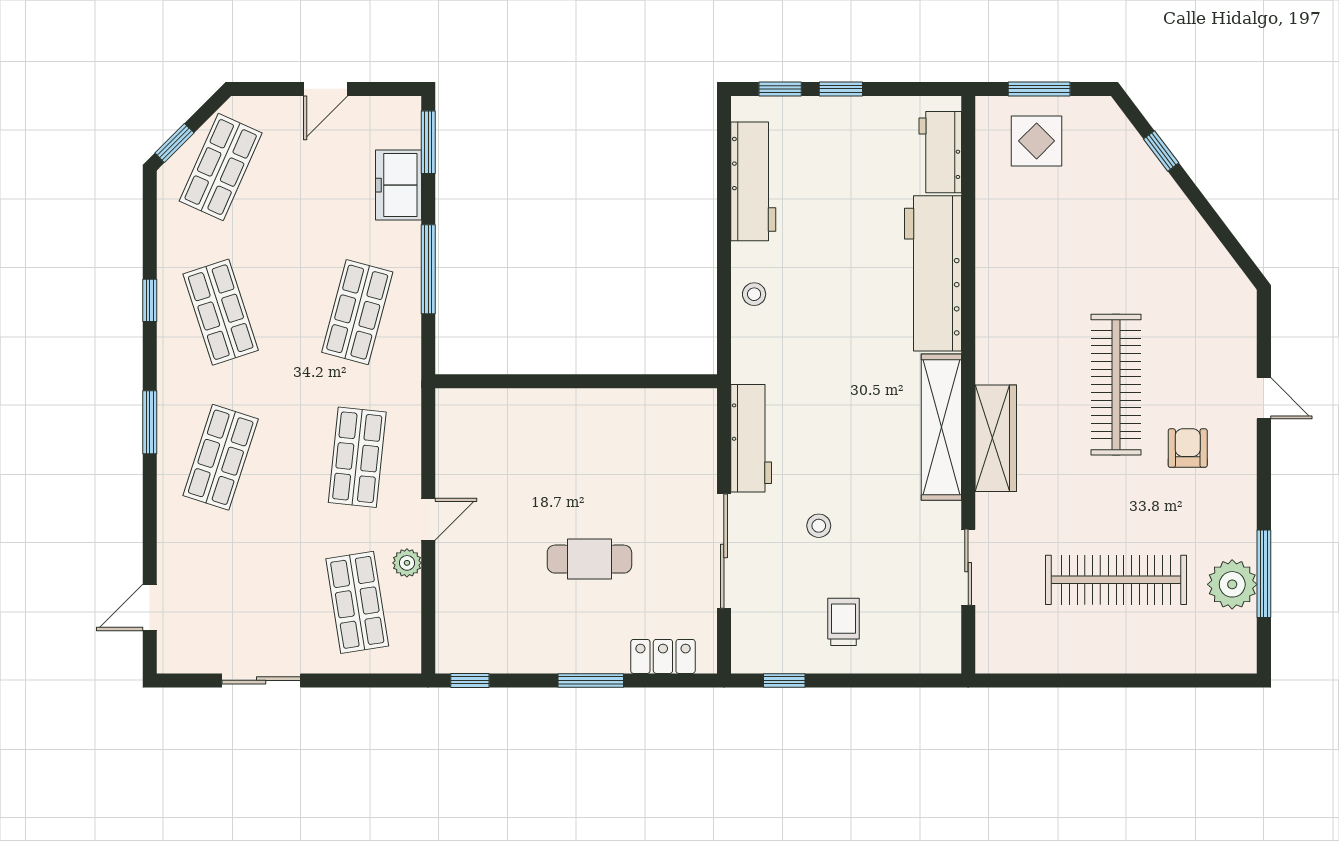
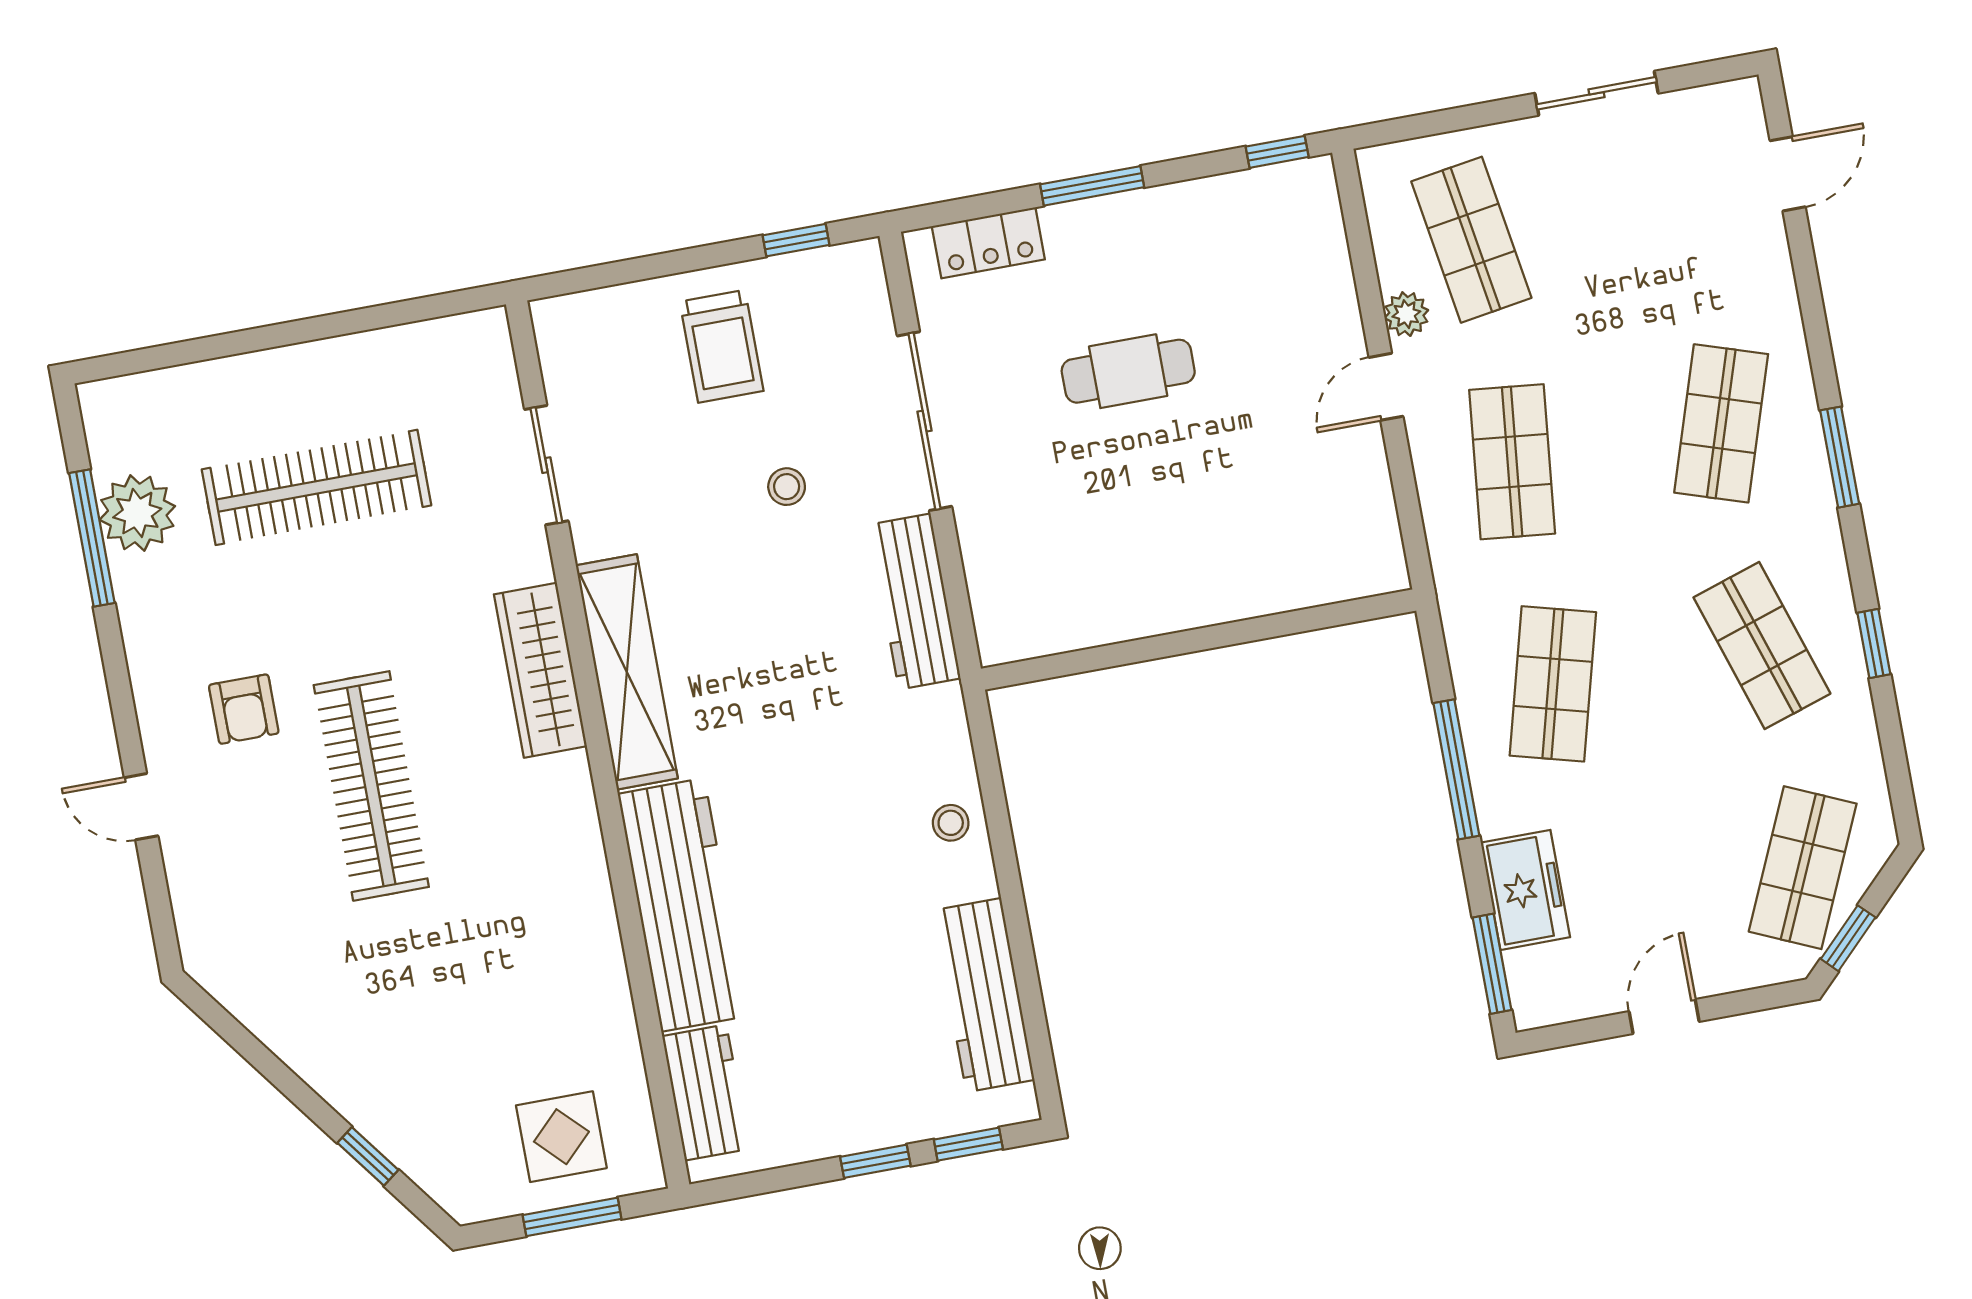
window: (174, 143) -> (1848, 938), moved
trolley: (844, 622) -> (722, 346), width x1.36, depth x1.39

